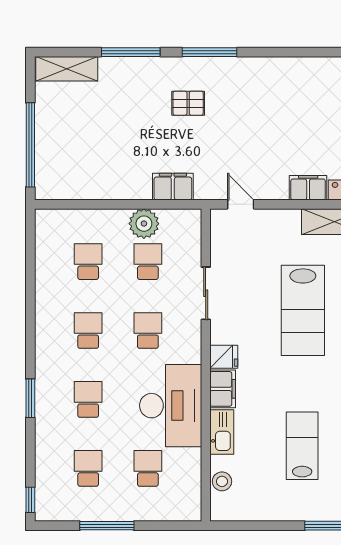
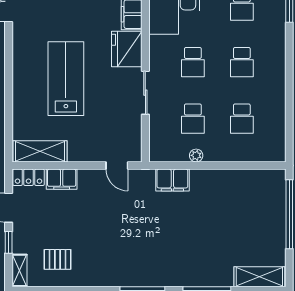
pallet: (188, 103) -> (58, 259), moved
plant: (144, 224) -> (196, 155), width x0.53, depth x0.53
fridge: (224, 357) -> (127, 49), width x1.88, depth x1.34

